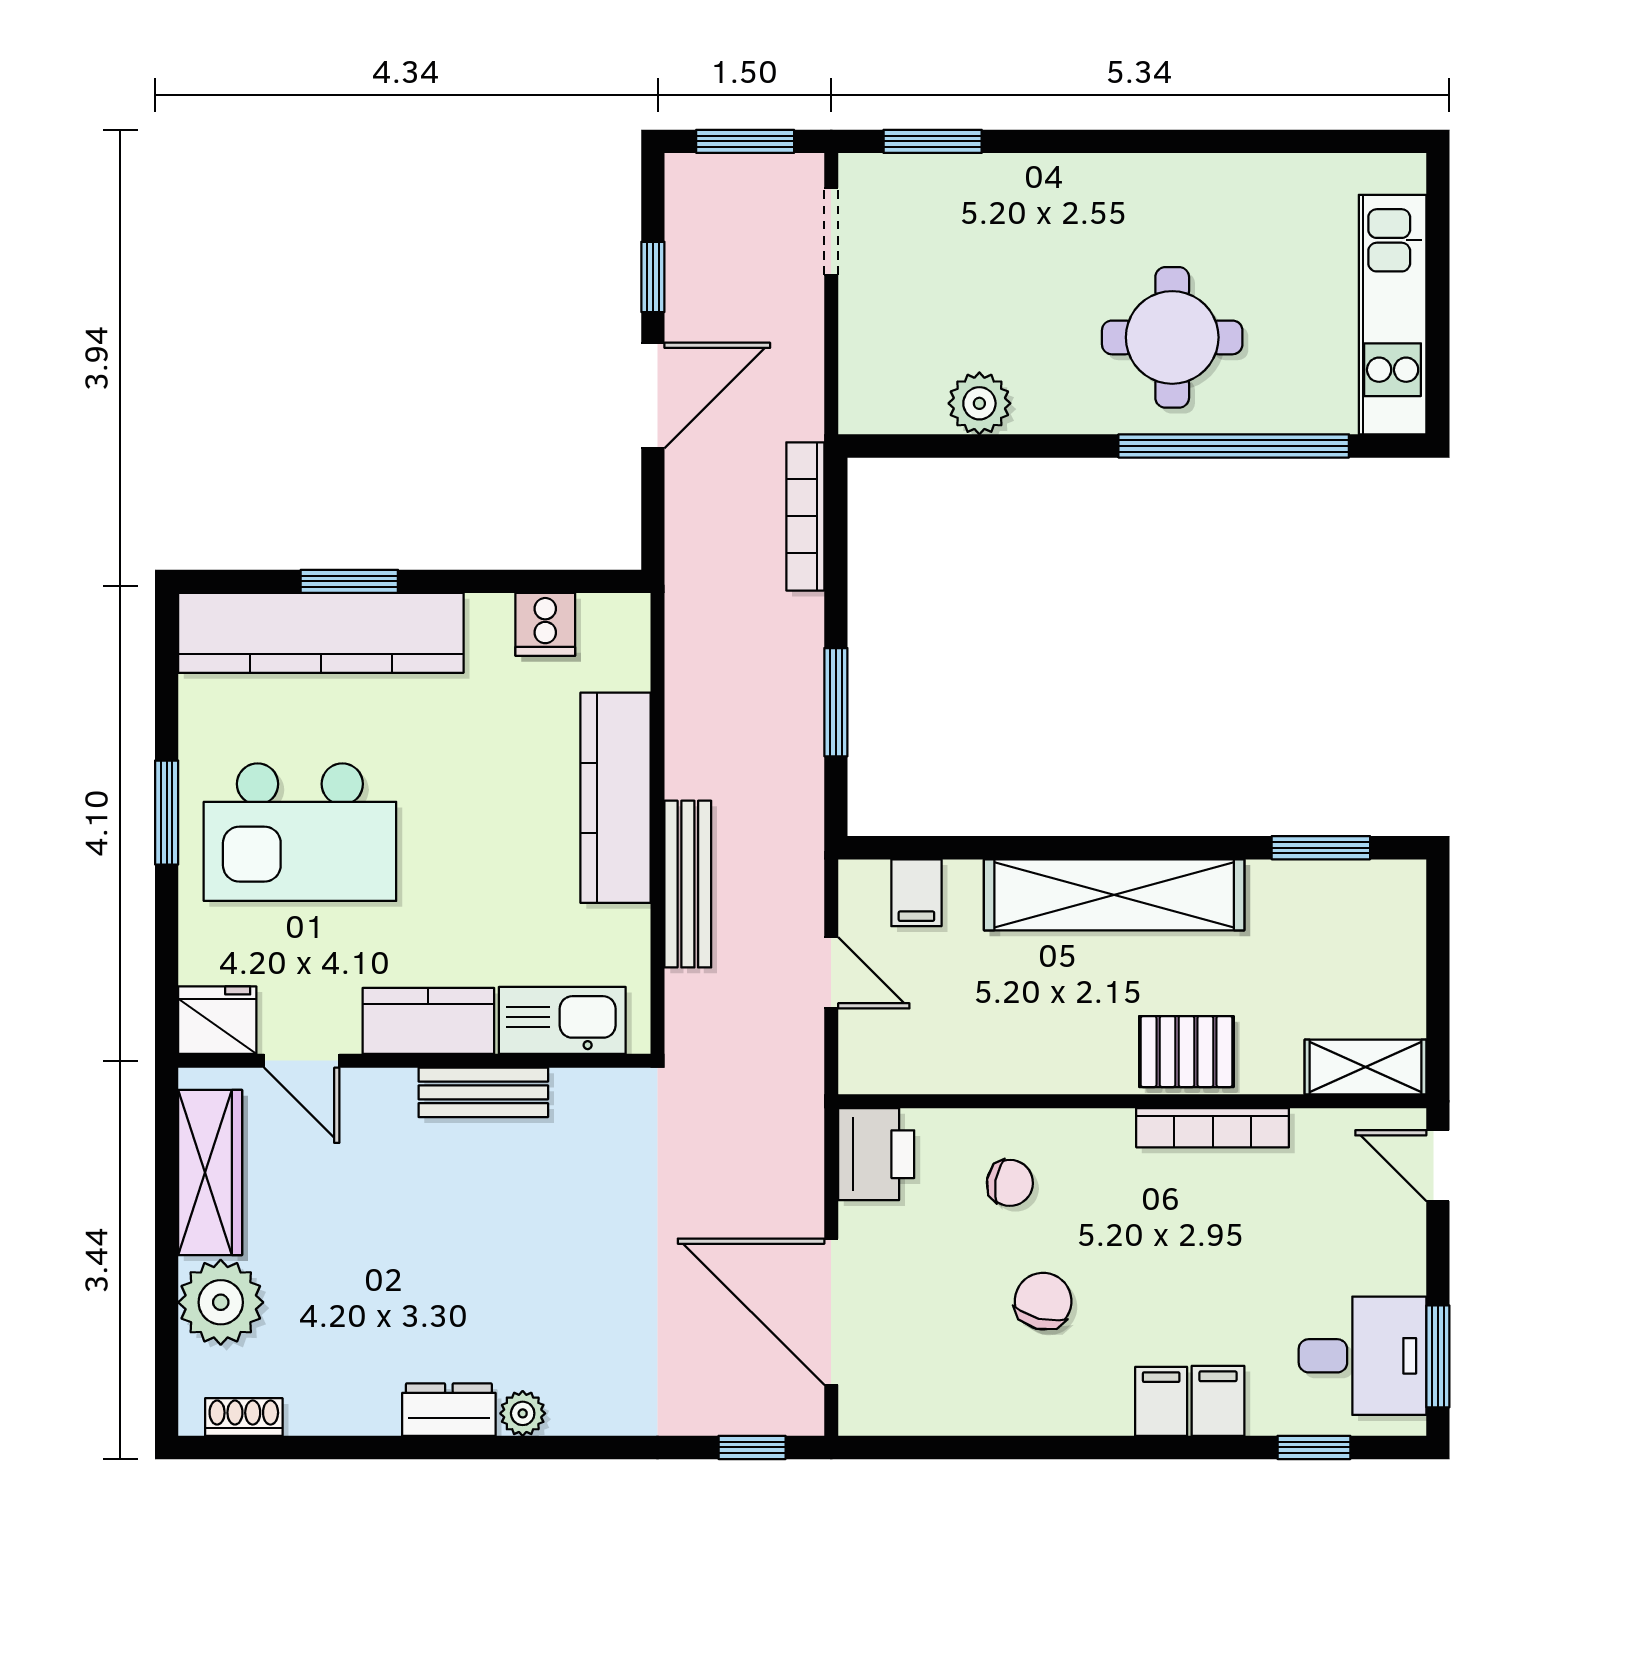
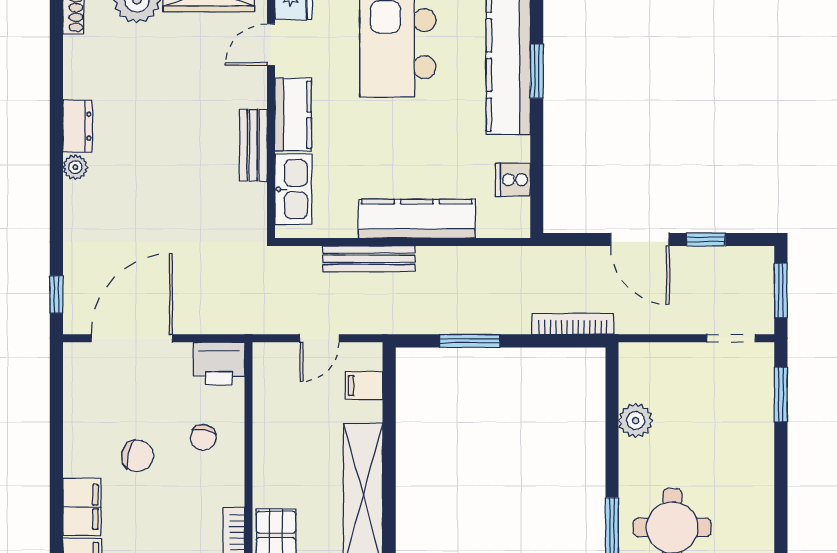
filing cabinet: (1161, 1401) -> (82, 507), width x2.00

